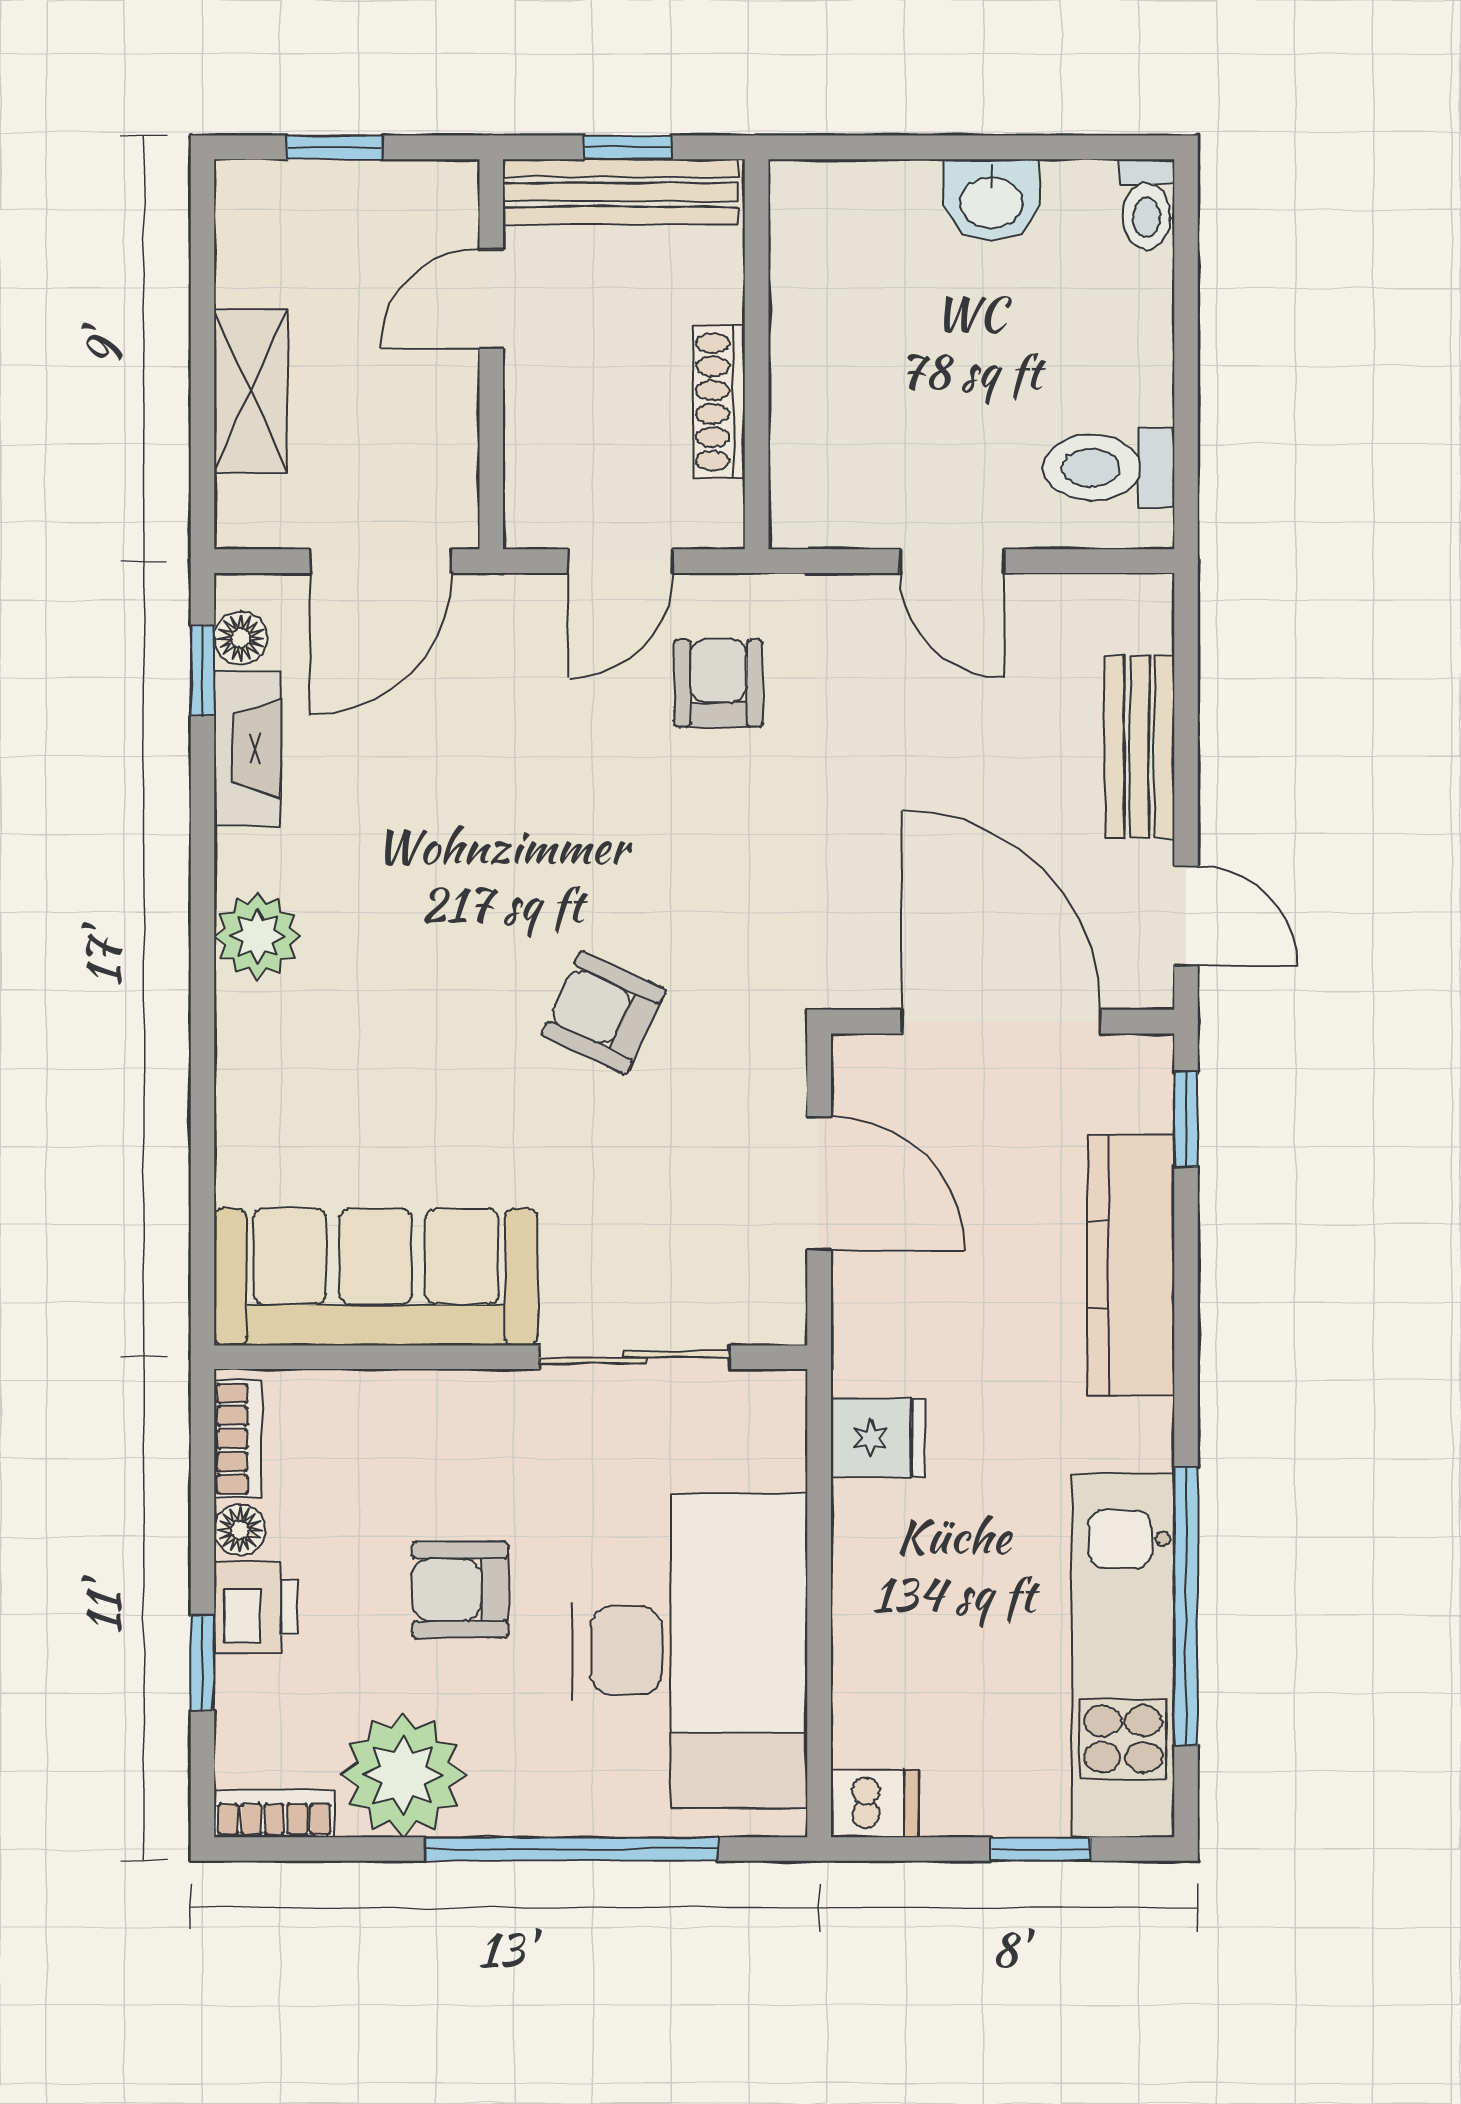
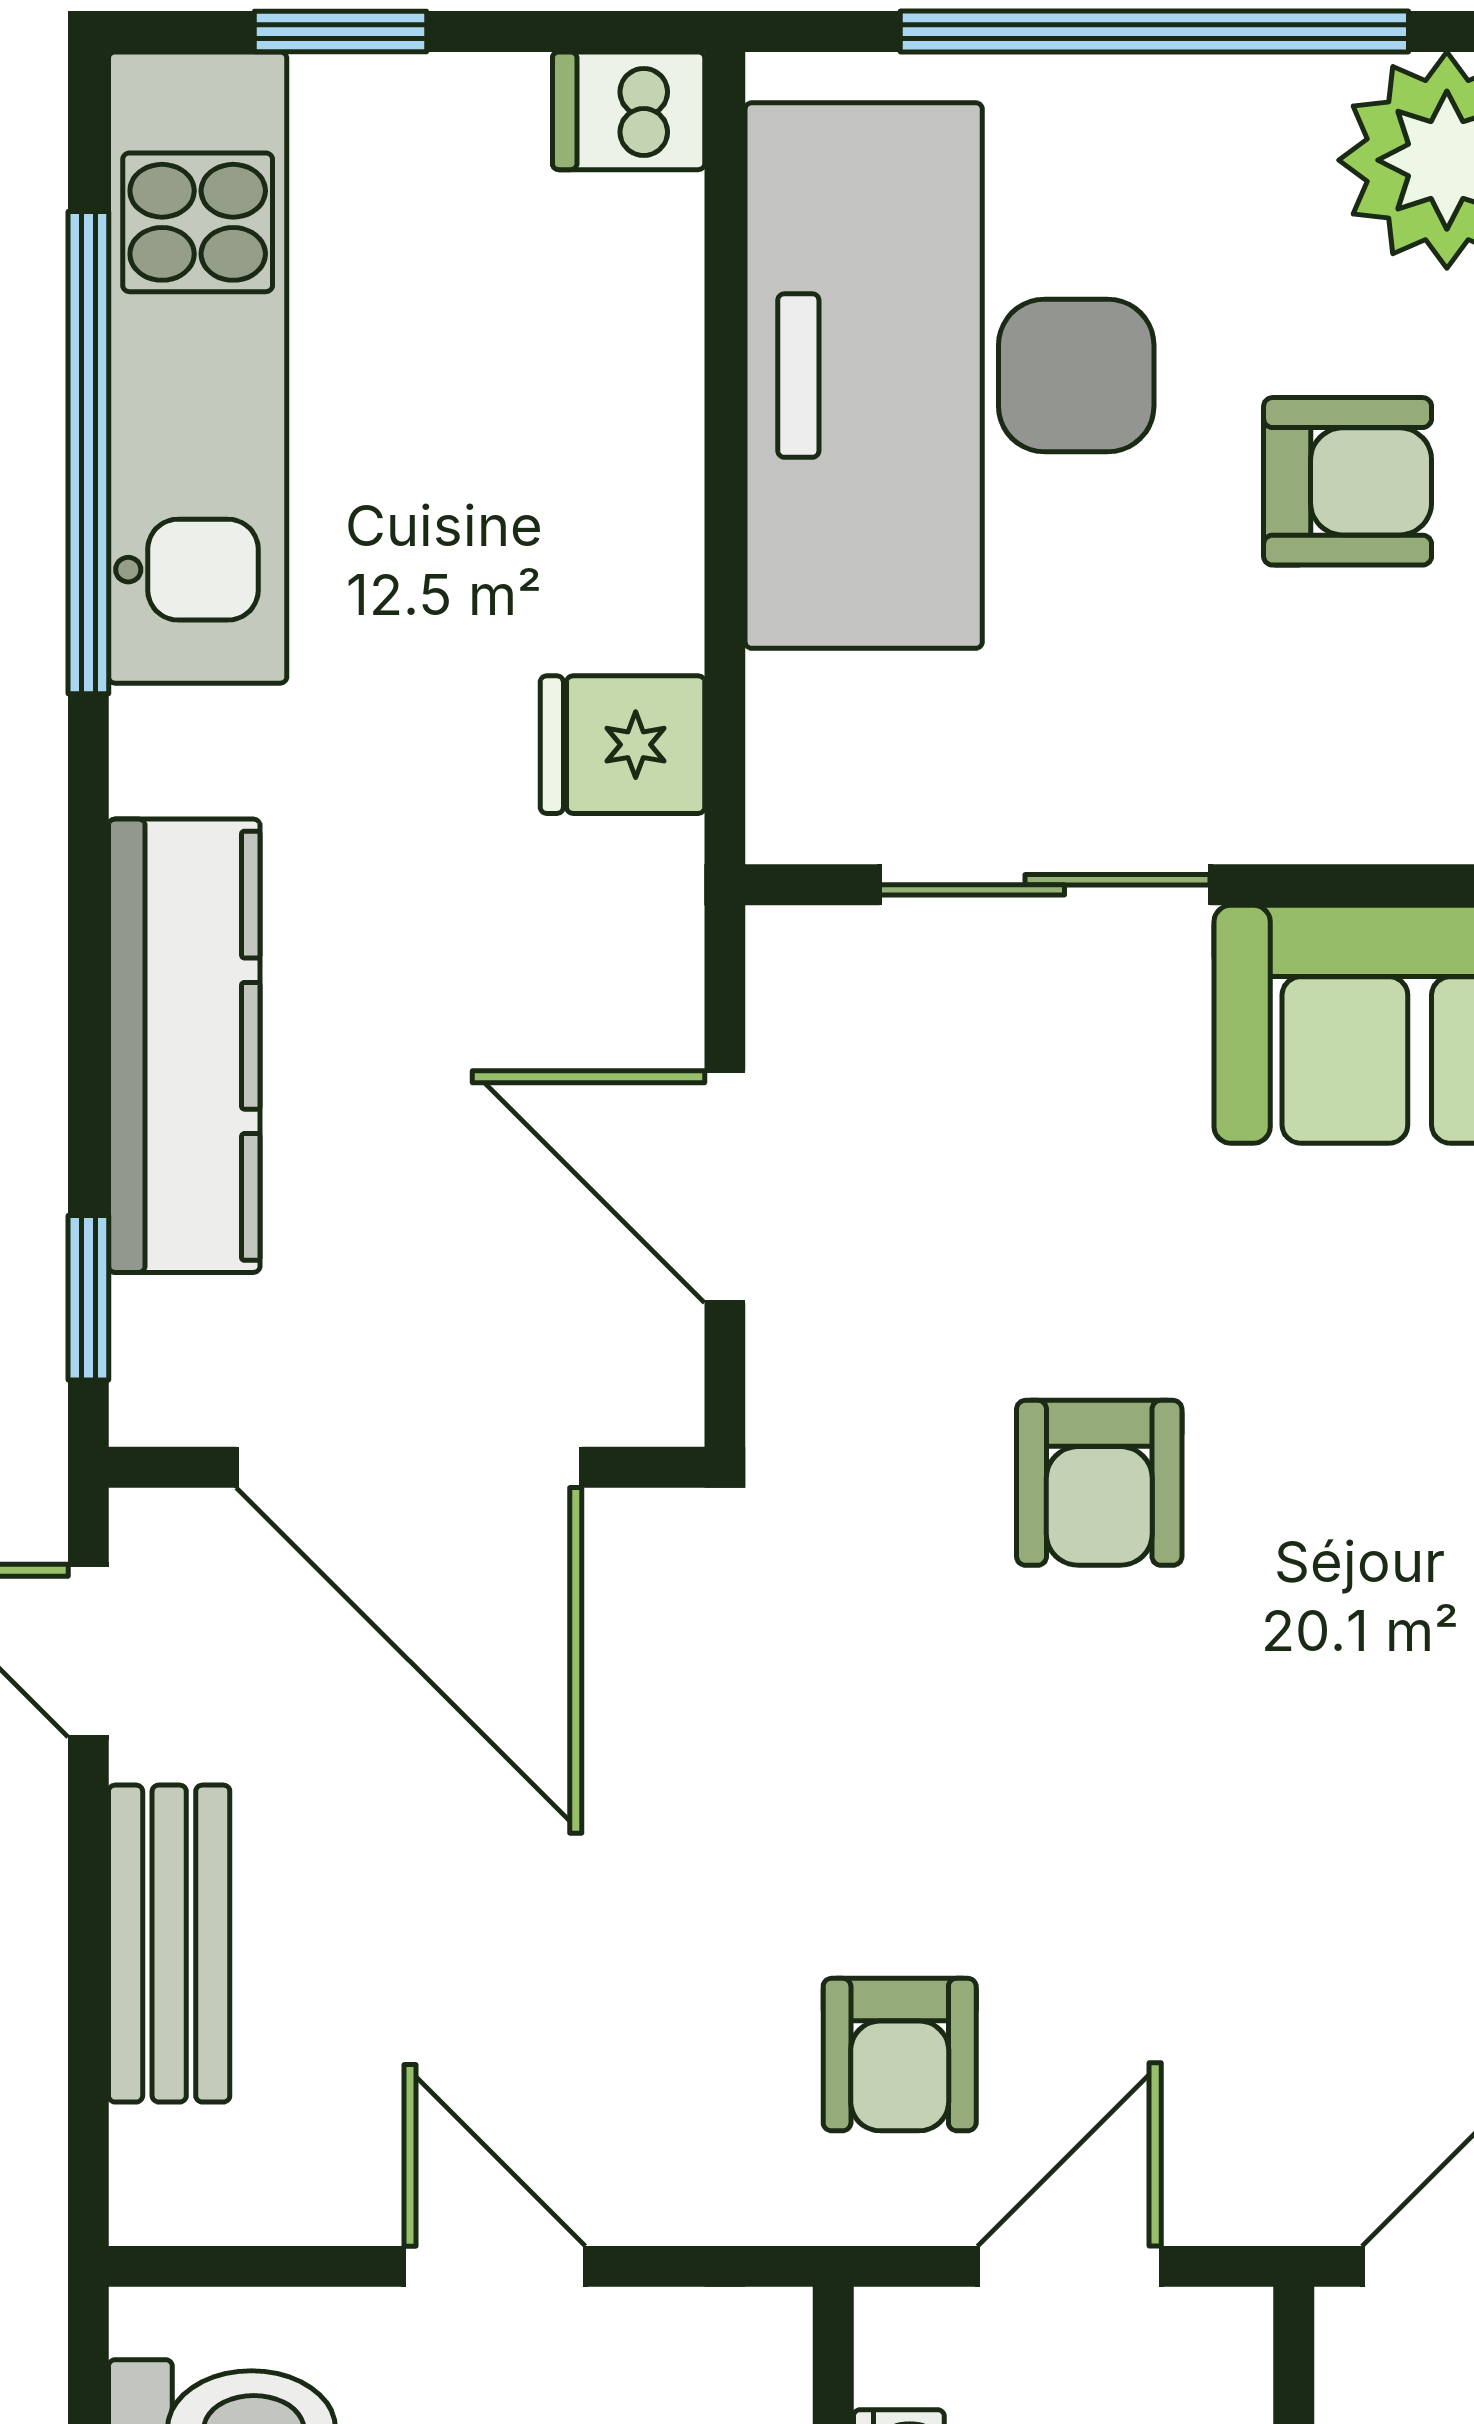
armchair: (603, 1013) -> (1099, 1483), turned 65

